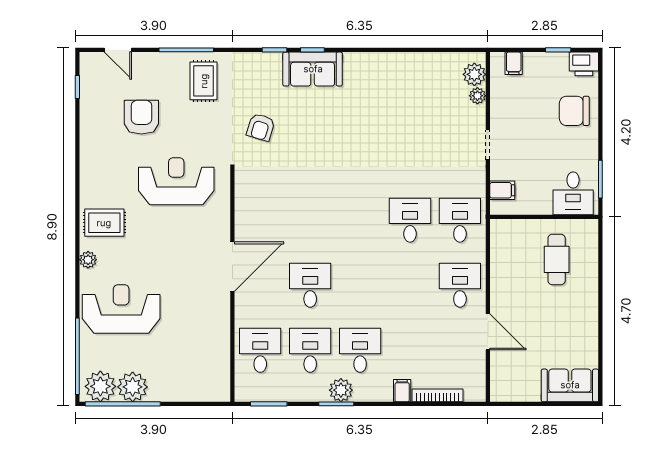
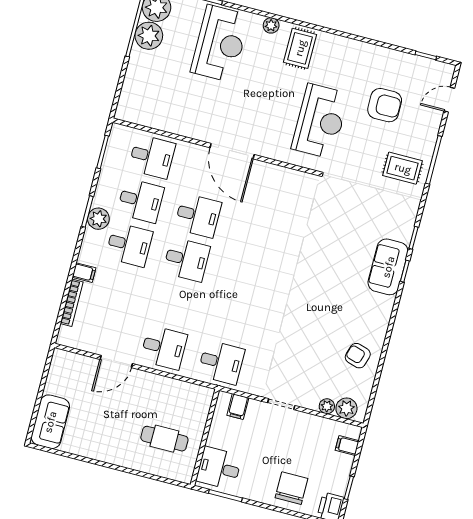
armchair: (261, 127) -> (358, 356), moved
desk: (410, 220) -> (187, 259), moved

